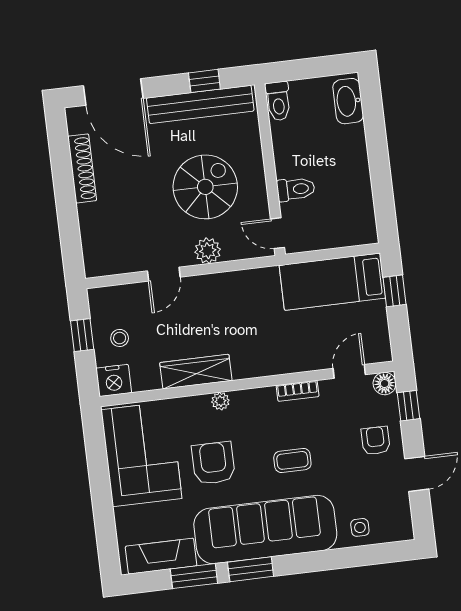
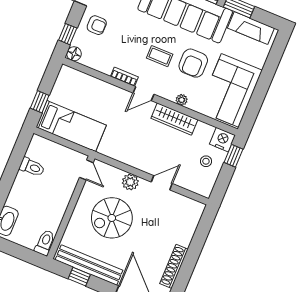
toilet: (296, 189) -> (32, 167), moved, turned 180
window: (82, 335) -> (234, 156), moved
door: (349, 371) -> (144, 94), moved
plant: (220, 401) -> (182, 100), moved
armchair: (376, 441) -> (97, 25), turned -90
coffee table: (292, 460) -> (160, 56), moved

